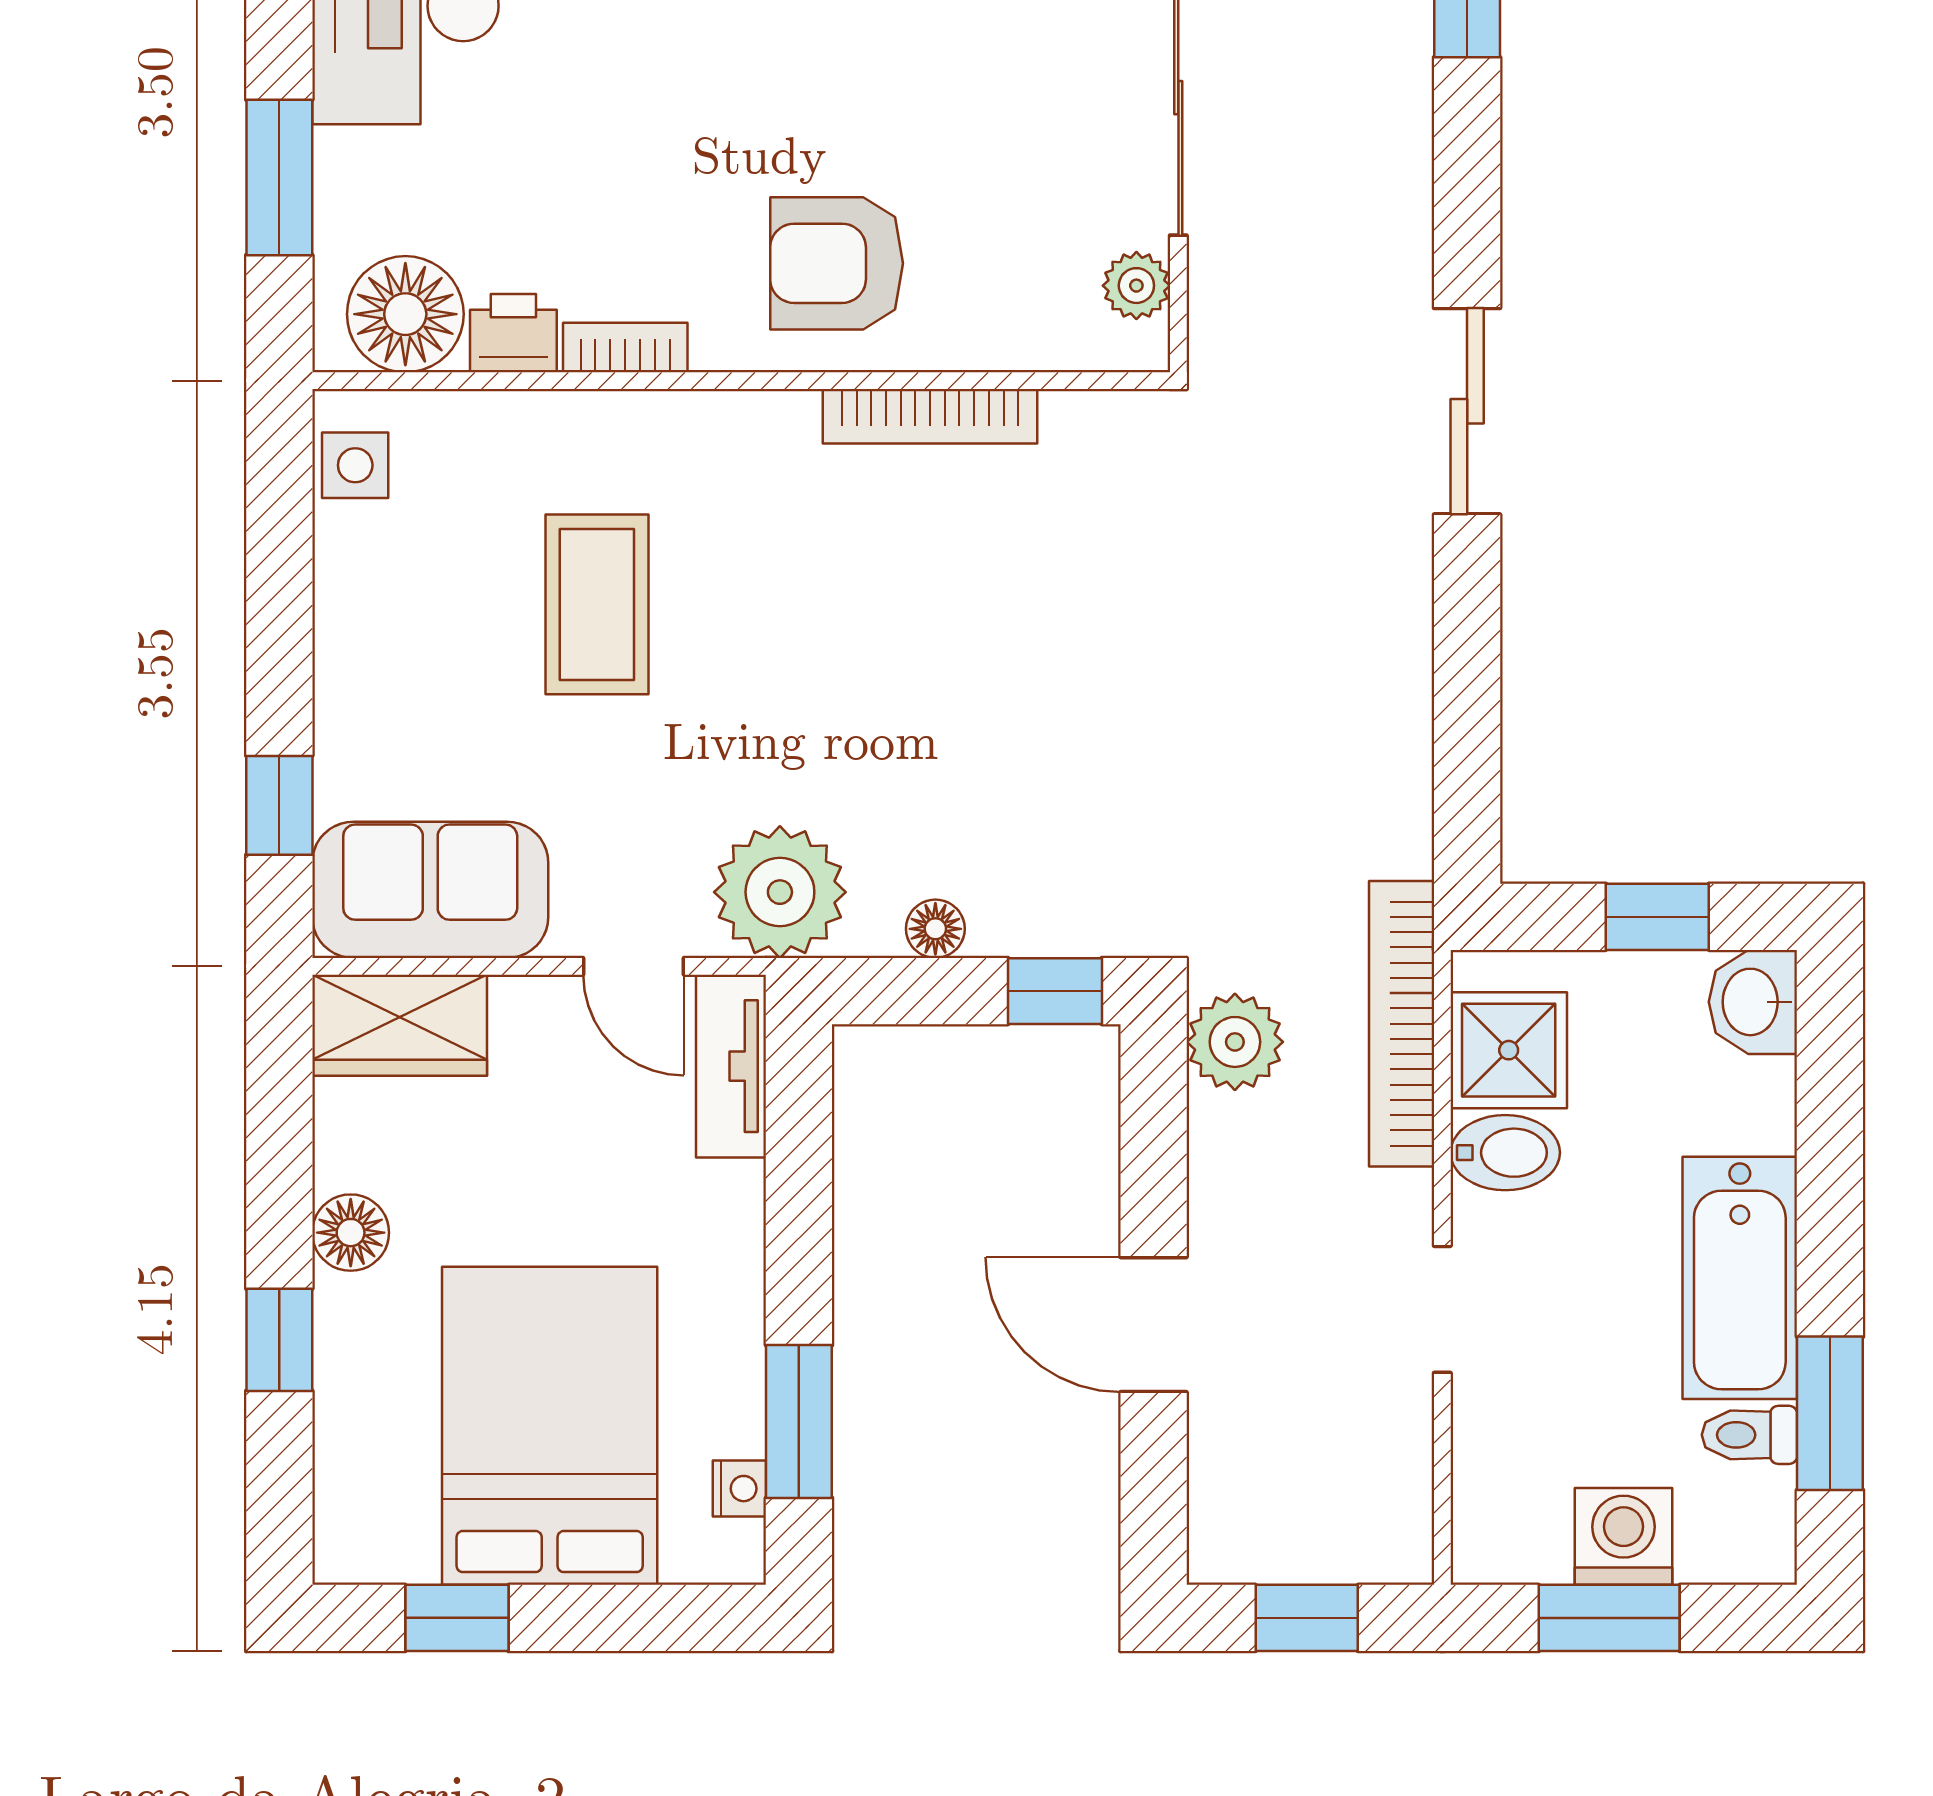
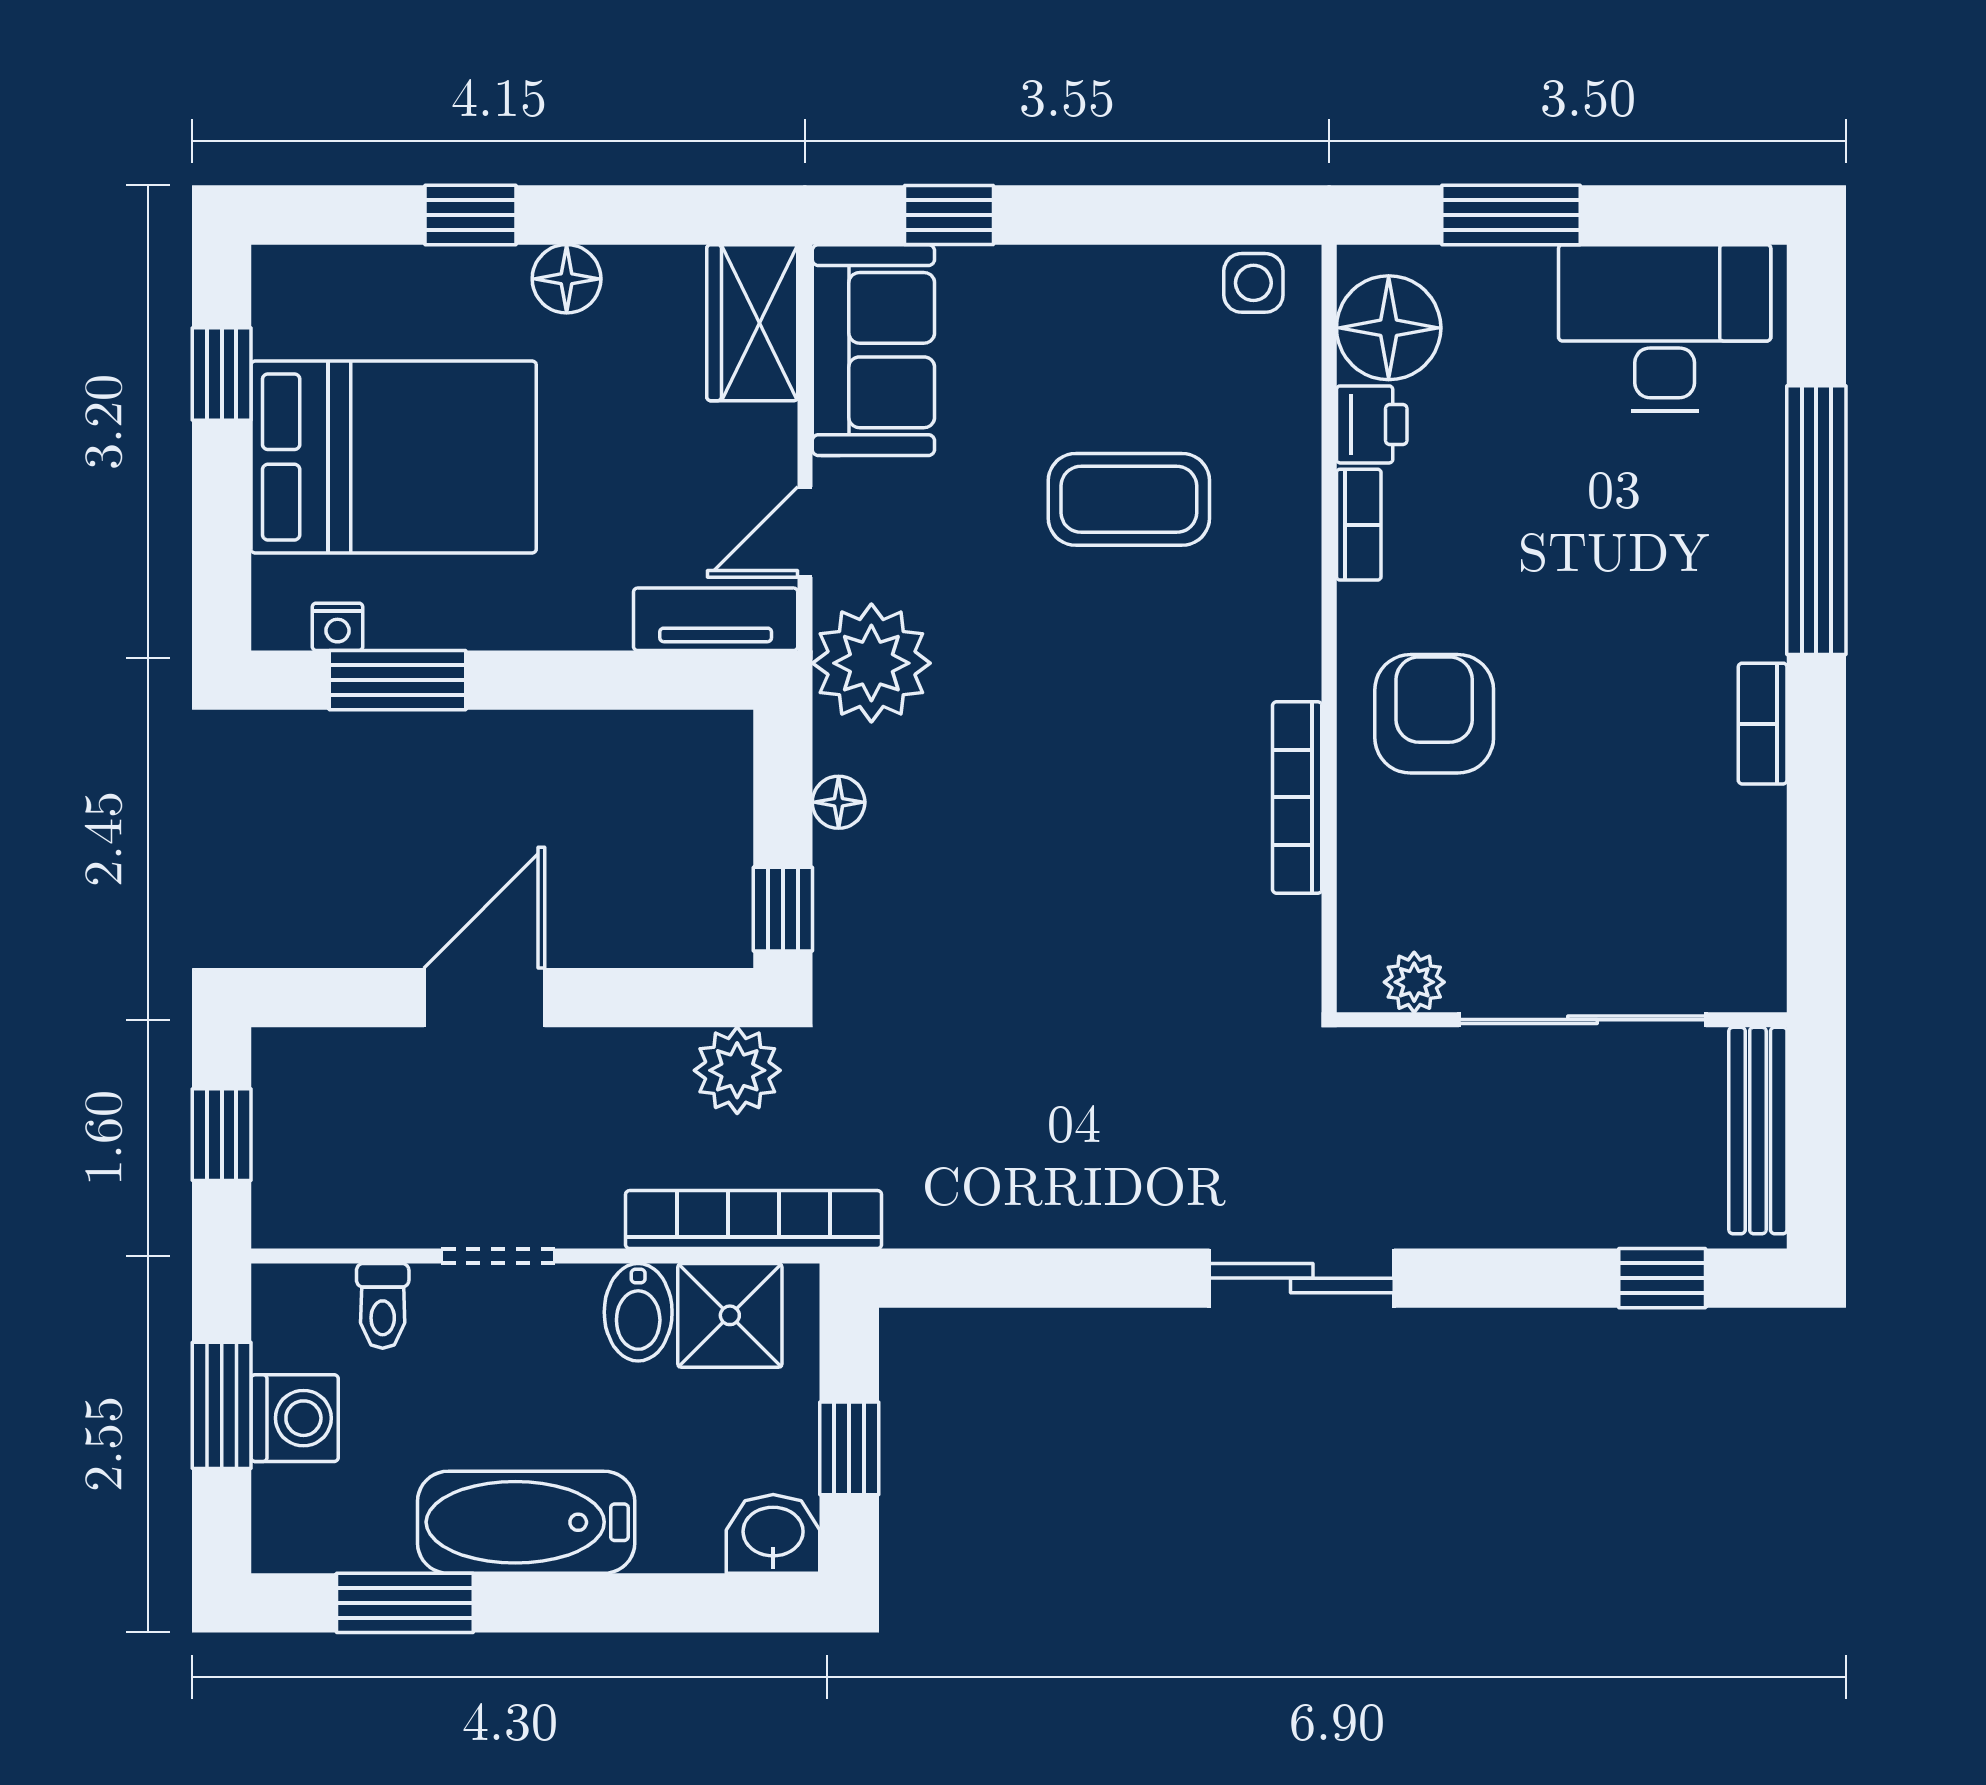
toilet: (1749, 1435) -> (383, 1306), moved, turned 180

